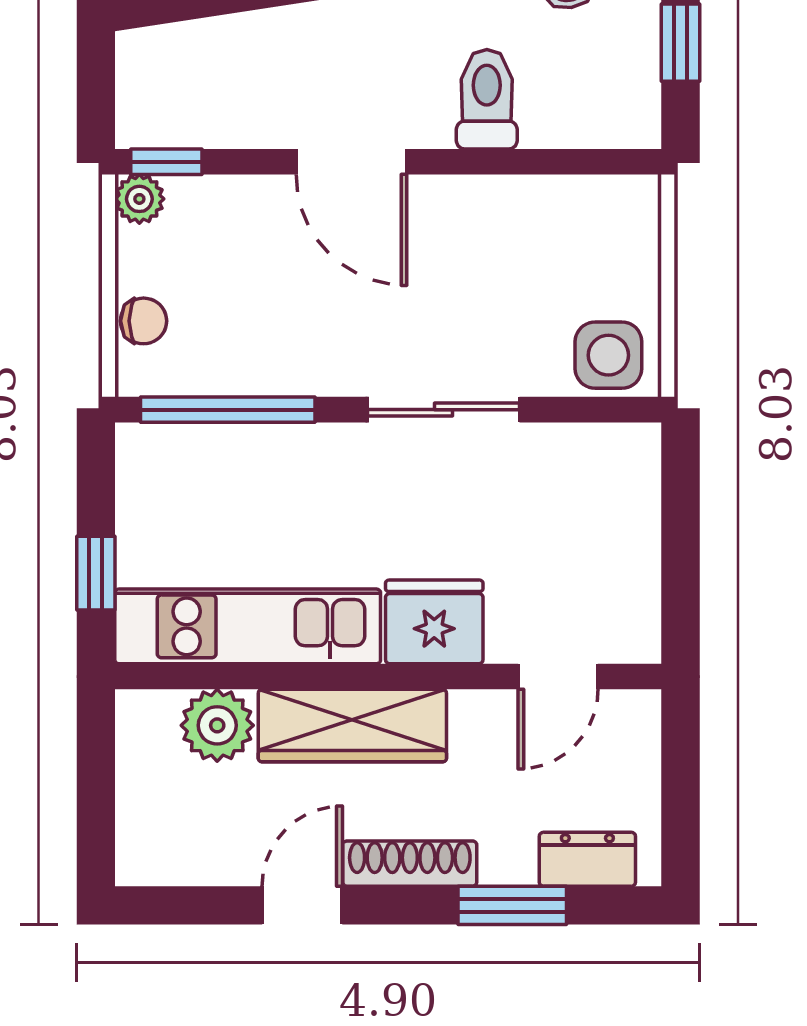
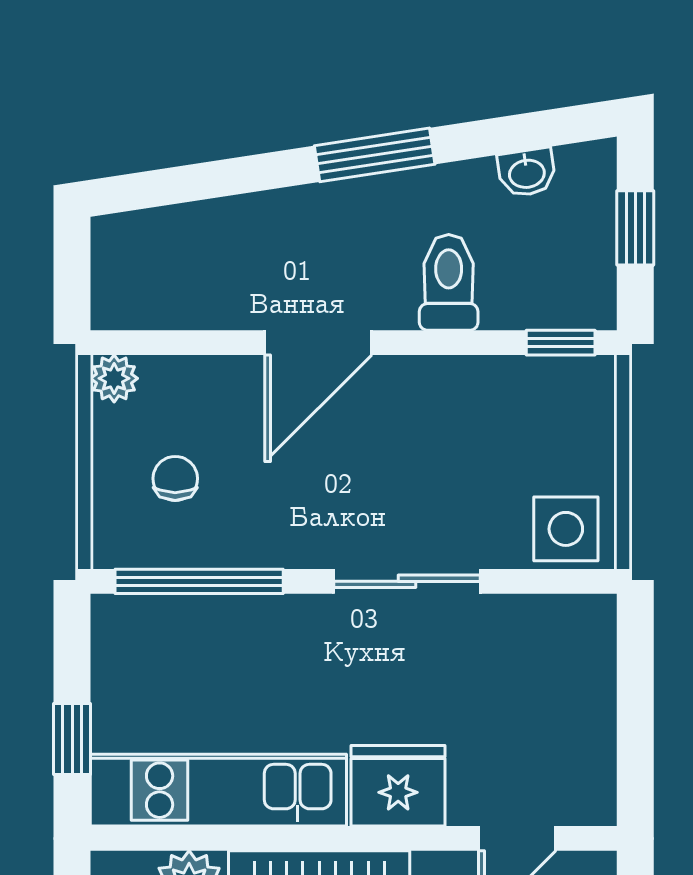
window: (166, 162) -> (561, 343), moved
door: (351, 162) -> (318, 343), hinge flipped
chair: (144, 321) -> (175, 478), moved, turned -90

